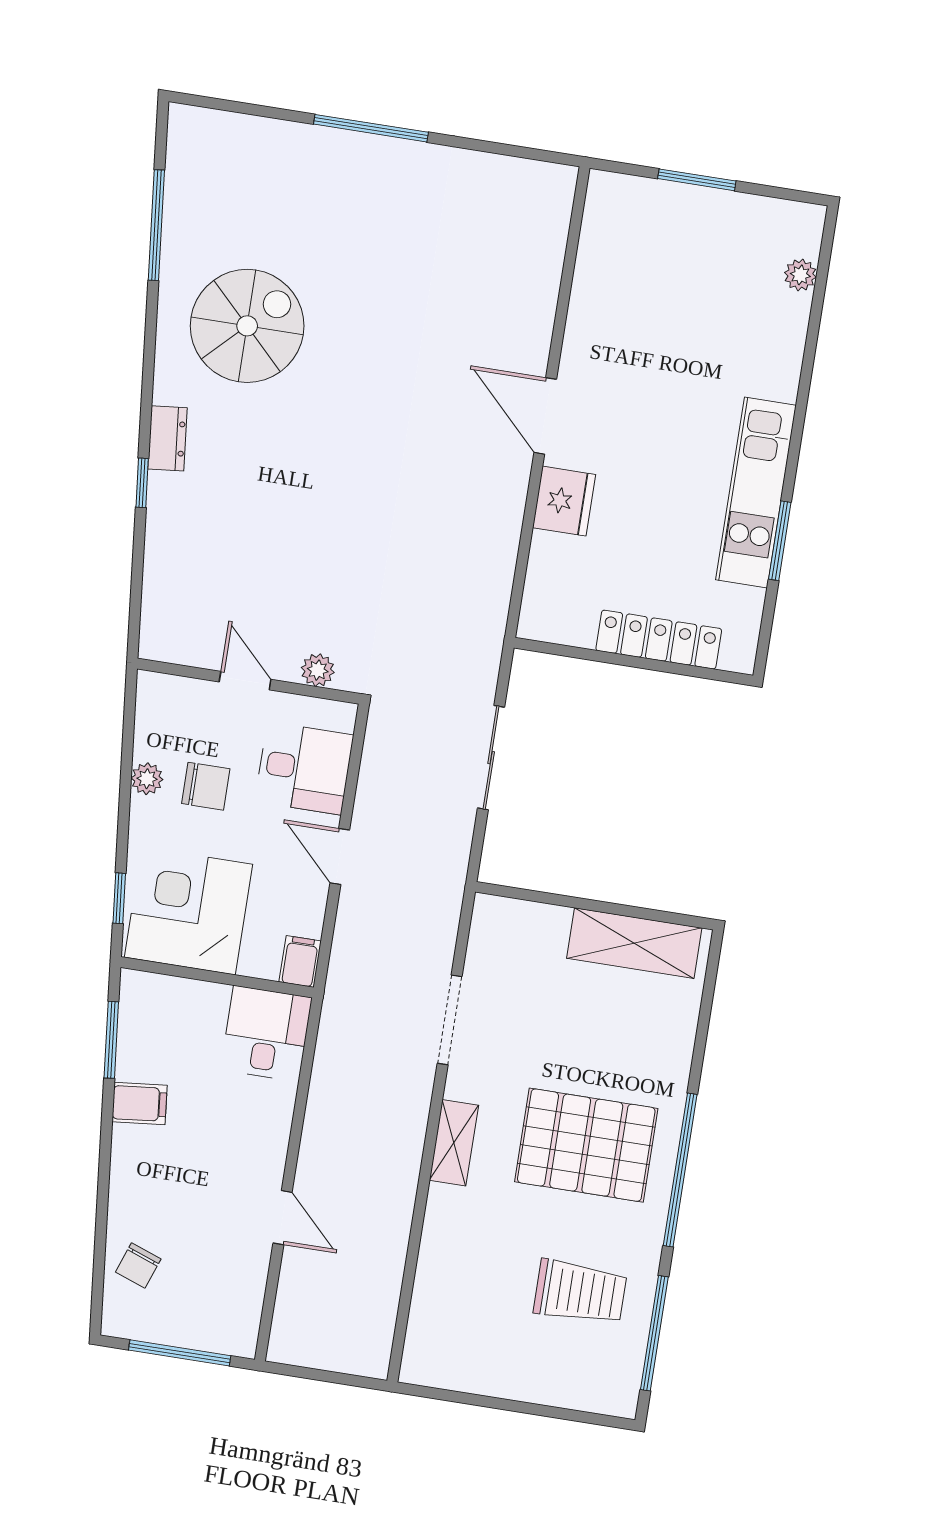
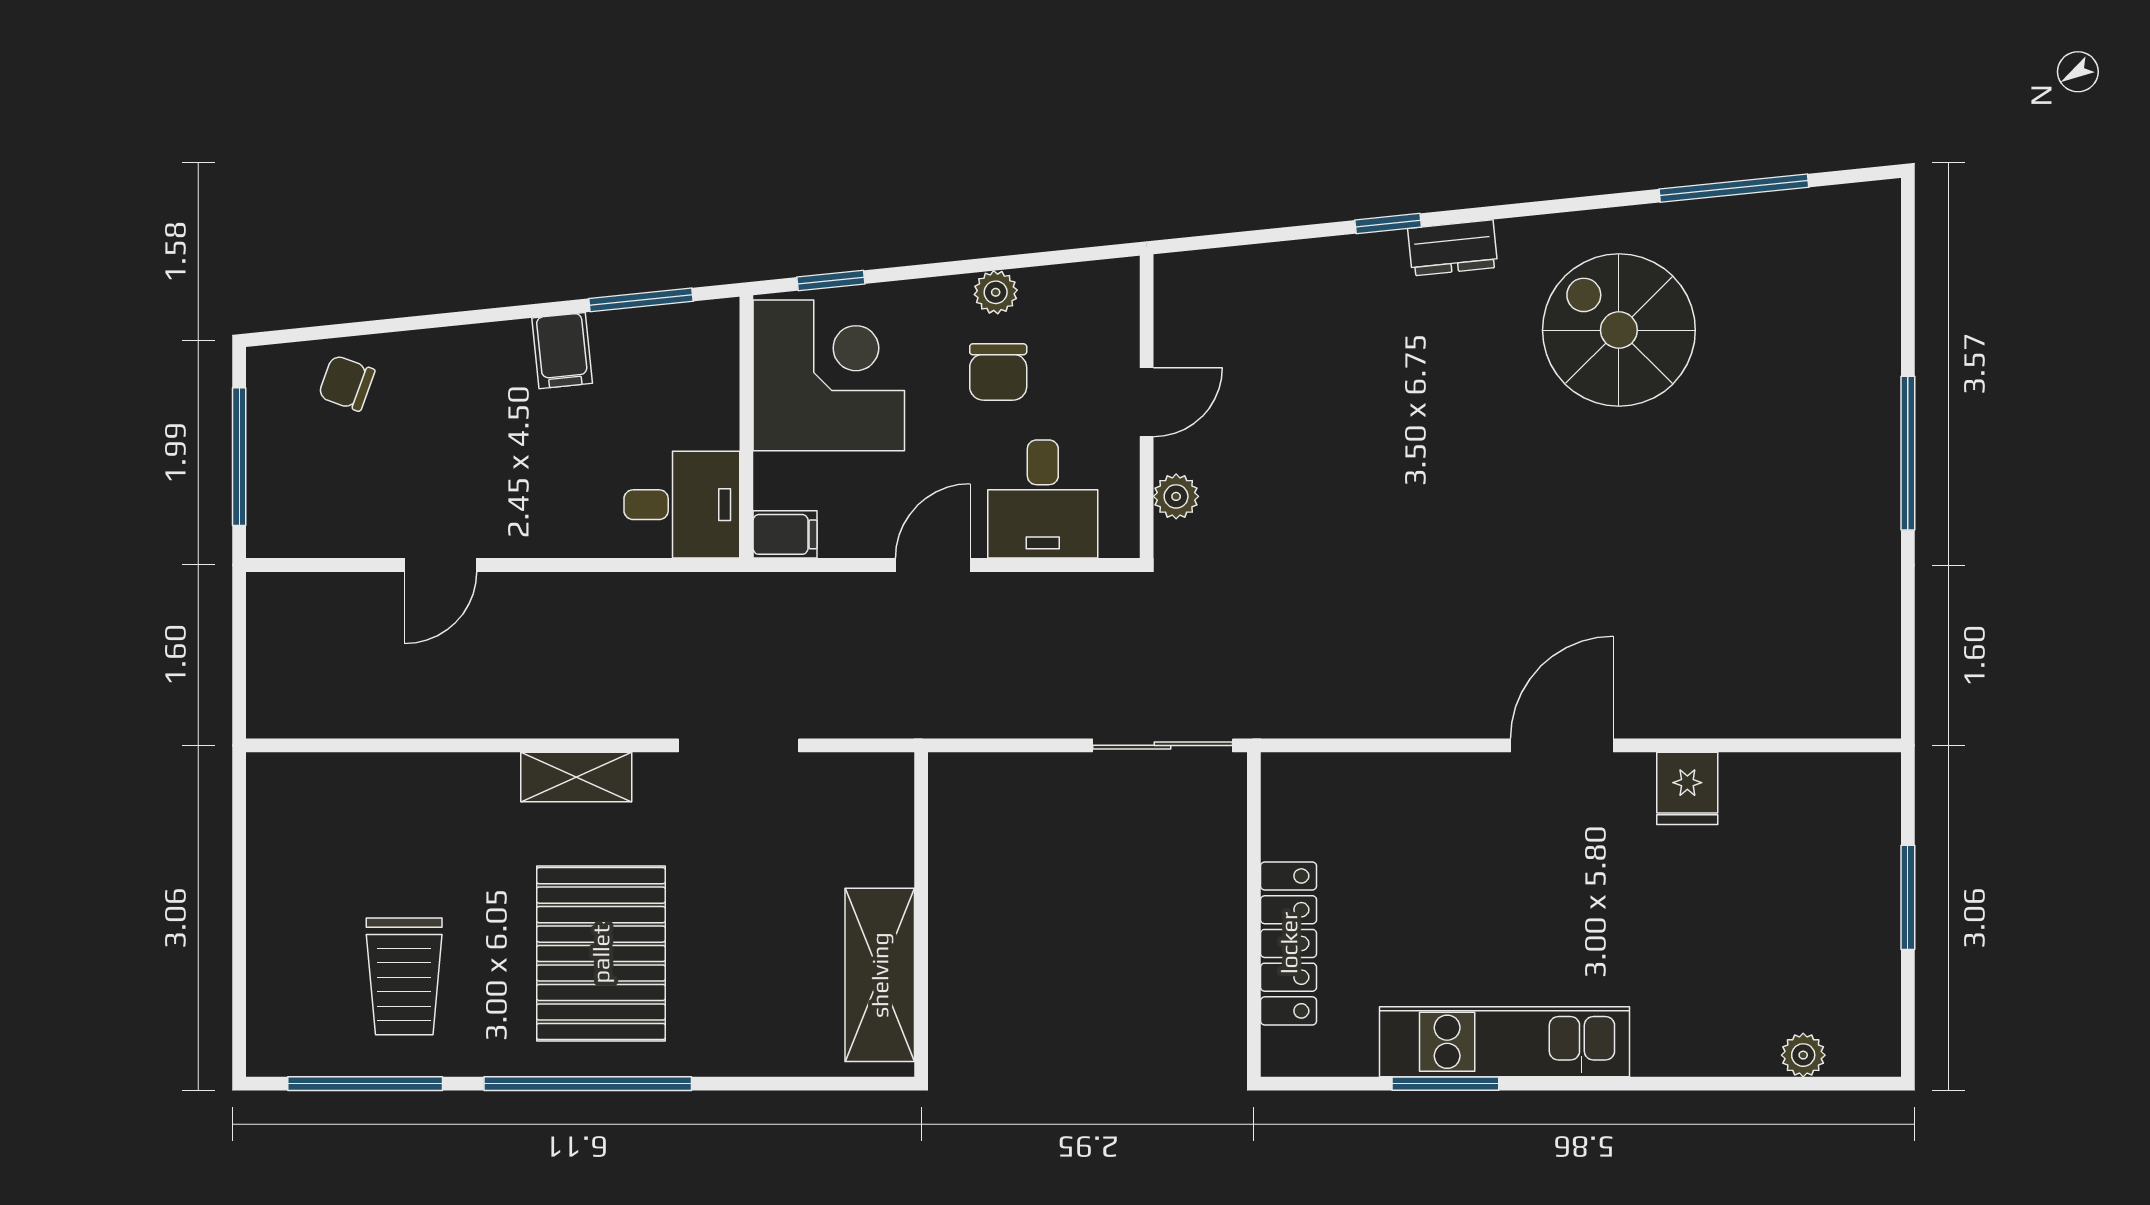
spiral stairs: (247, 326) -> (1619, 330), turned 180
fridge: (564, 501) -> (1687, 788), moved, width x0.72
sliding door: (491, 758) -> (1163, 745), moved

